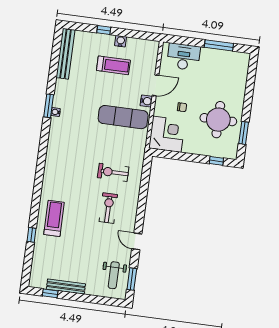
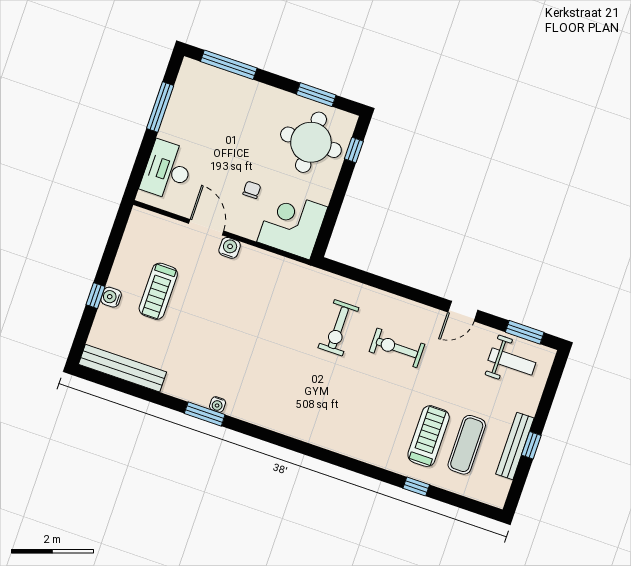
water cooler: (121, 41) -> (111, 297), moved
treadmill: (113, 65) -> (158, 291), turned 180
window: (251, 80) -> (229, 65), added
exercise mat: (123, 117) -> (467, 445), moved, width x0.73, depth x0.69
round table: (218, 120) -> (311, 142), moved
treadmill: (54, 218) -> (429, 436), moved, turned 90
window: (50, 293) -> (531, 445), moved

